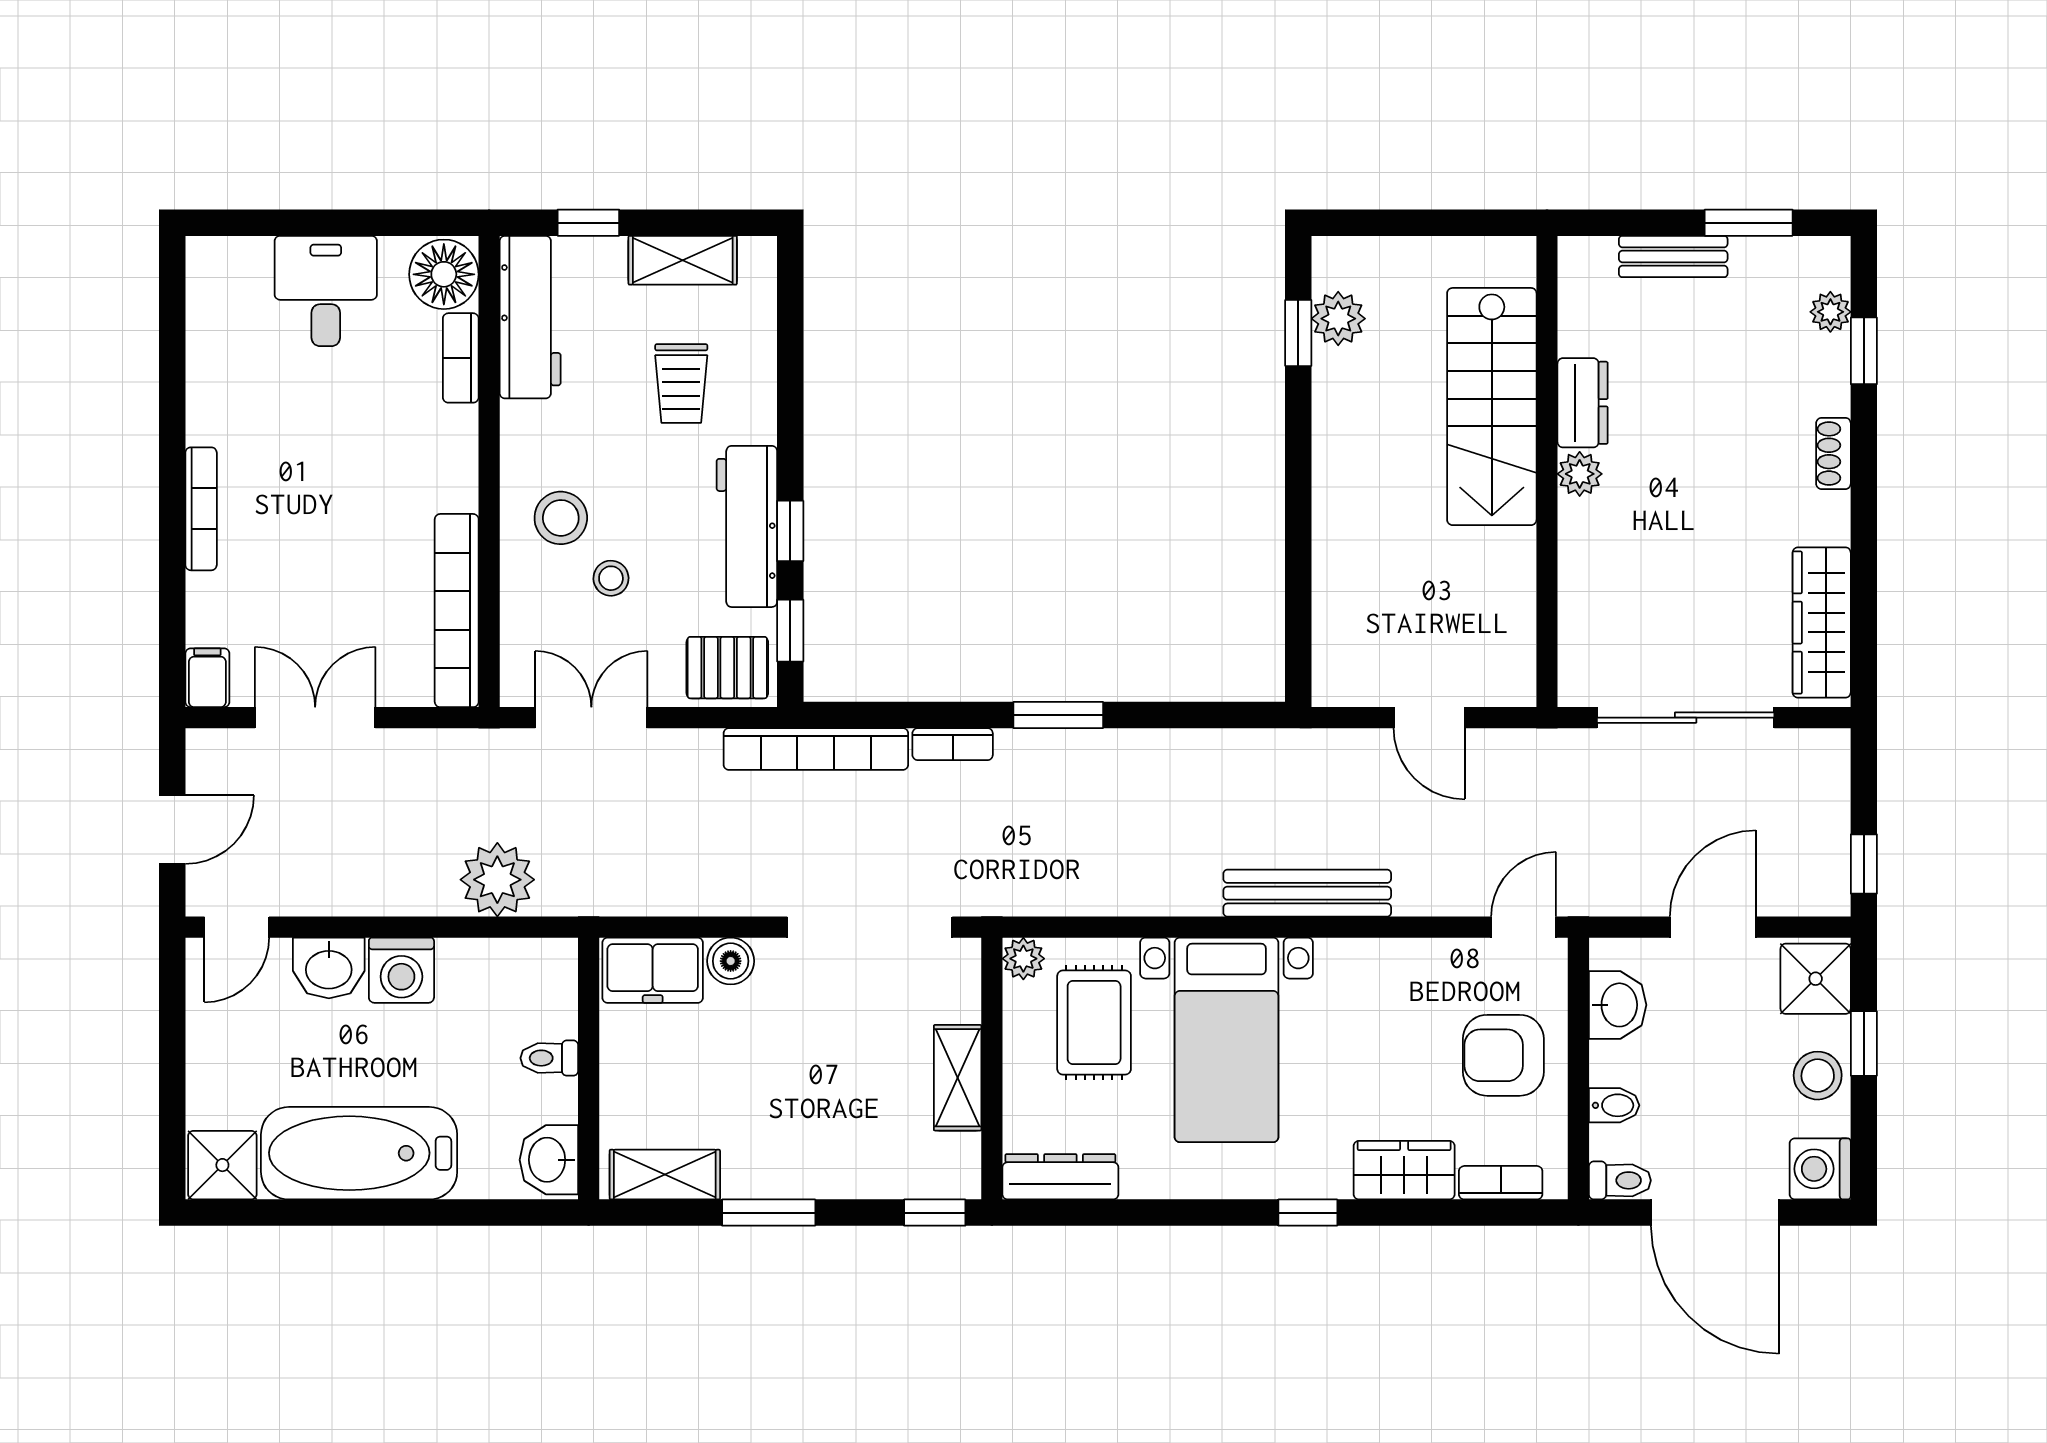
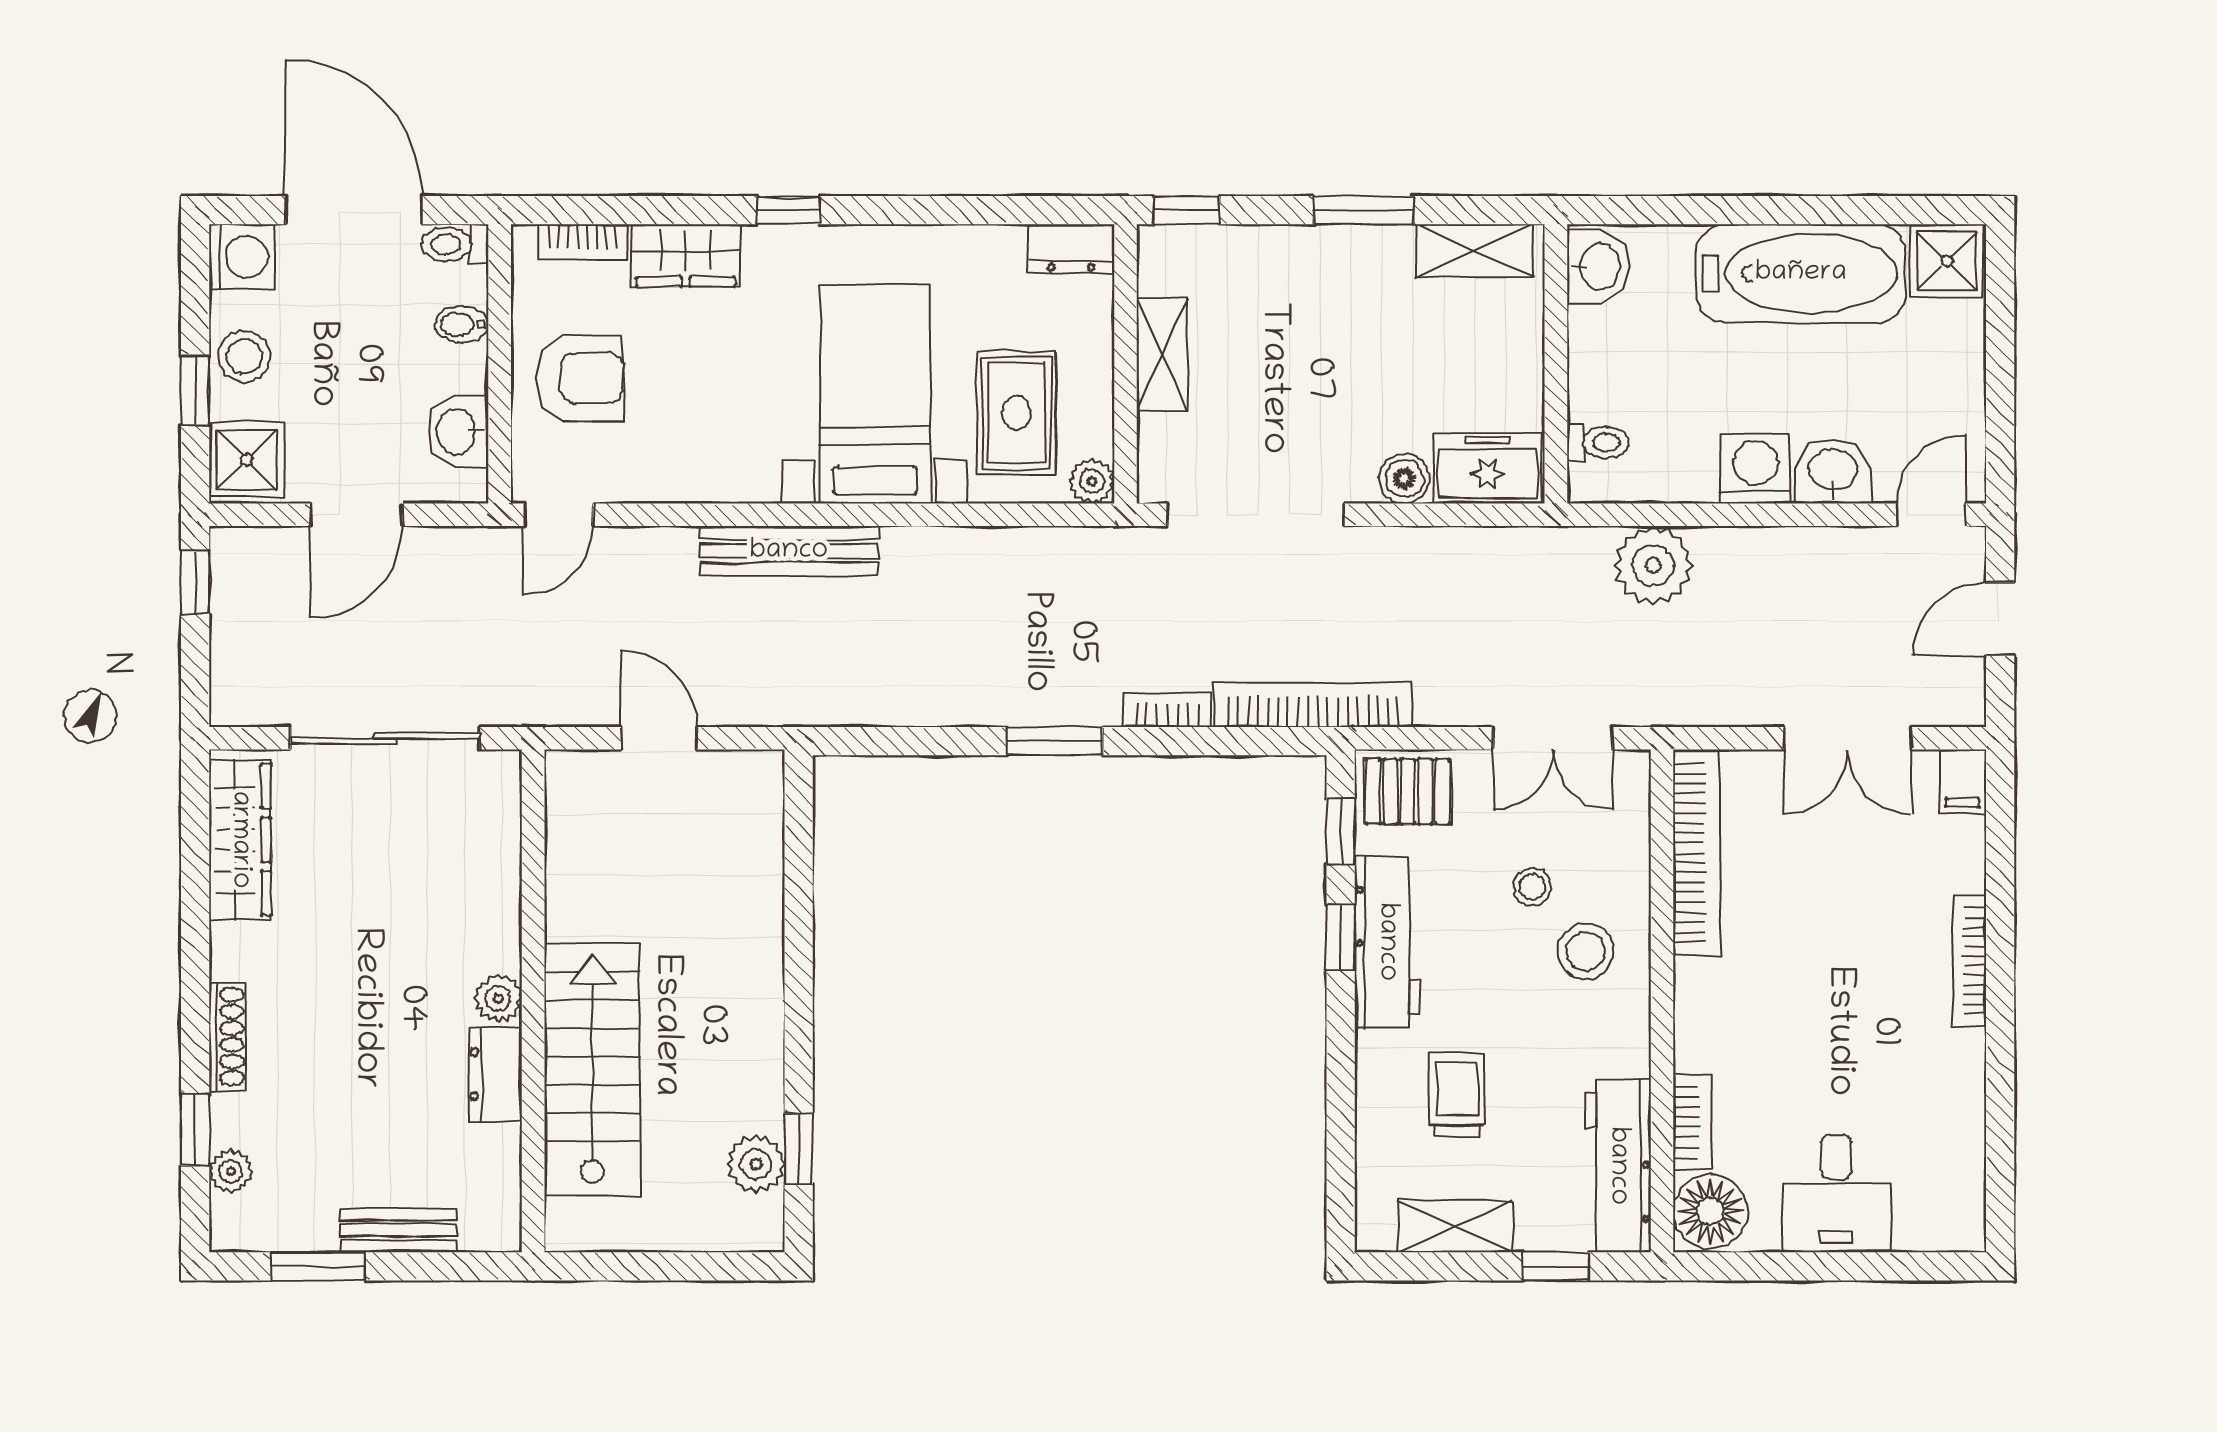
shoe rack: (1833, 453) -> (227, 1036), width x1.43
toilet: (549, 1058) -> (1598, 443), moved
dresser: (1060, 1177) -> (1071, 248), width x0.70

